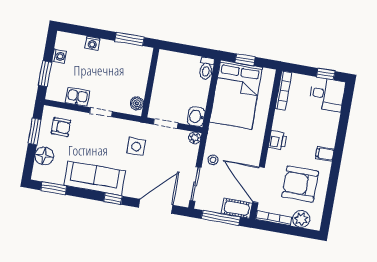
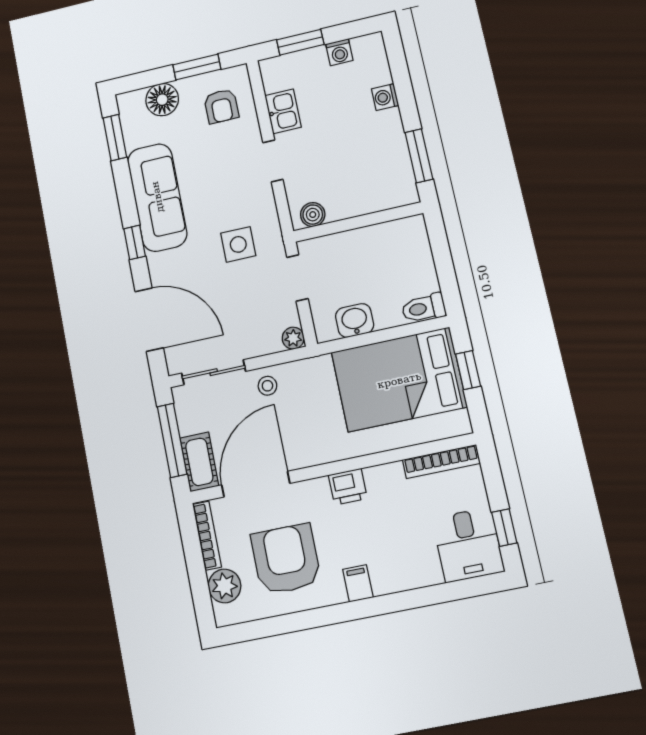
washbasin: (196, 117) -> (355, 321), moved

